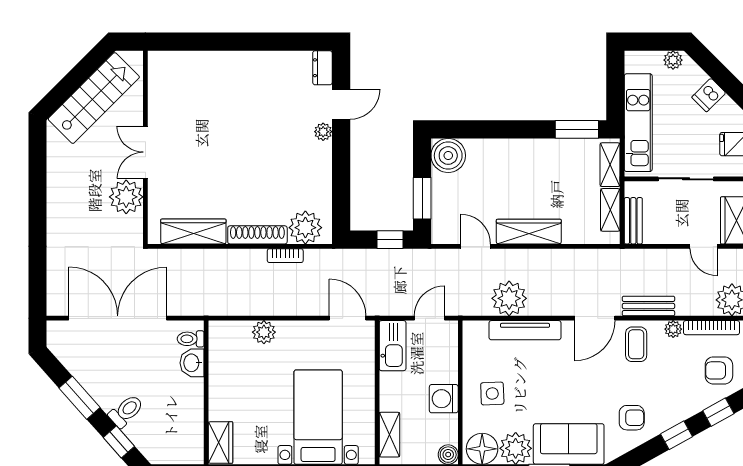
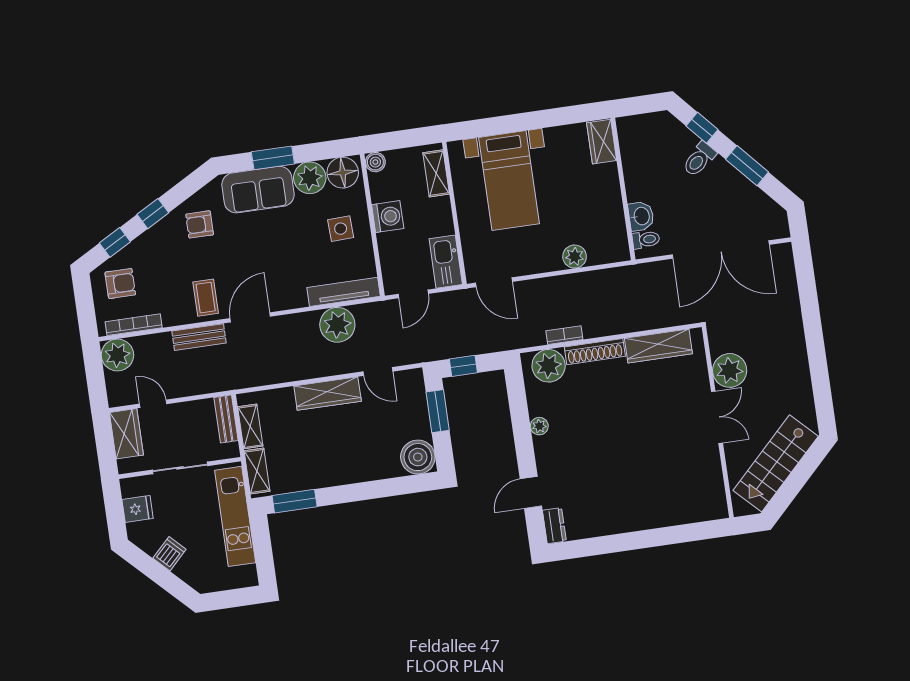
plant: (673, 60) -> (210, 583), removed
plant: (323, 132) -> (539, 426), moved
plant: (673, 329) -> (171, 318), removed
tv unit: (525, 330) -> (344, 292), moved

